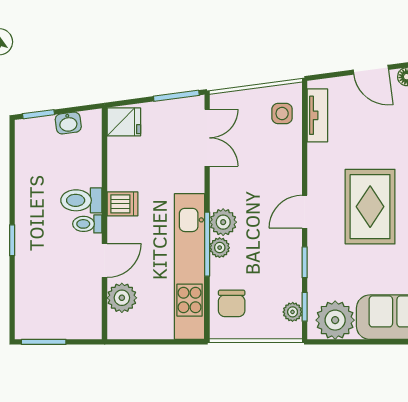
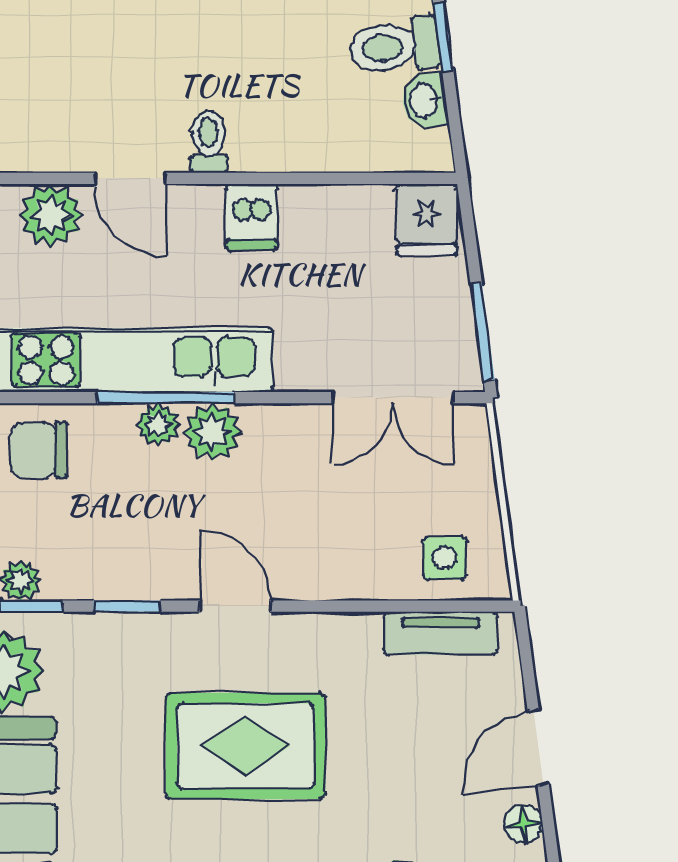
toilet: (81, 200) -> (394, 46), moved, turned -98

